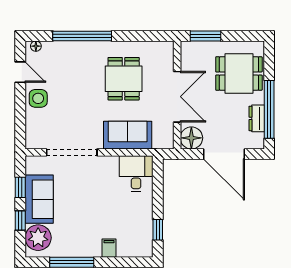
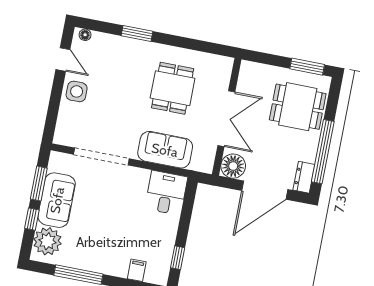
window: (82, 36) -> (137, 34), width x0.47
window: (206, 36) -> (307, 67), moved
dresser: (257, 118) -> (304, 177), moved
door: (224, 154) -> (265, 190), hinge flipped
window: (20, 187) -> (39, 184), width x1.50
filing cabinet: (109, 248) -> (137, 270), moved

